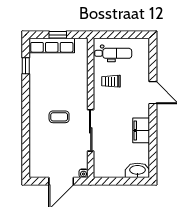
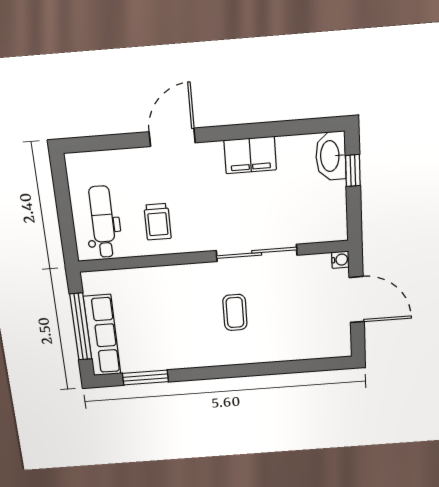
window: (58, 35) -> (81, 327), width x2.17
window: (26, 66) -> (145, 378), width x1.50
window: (129, 181) -> (353, 170), added

